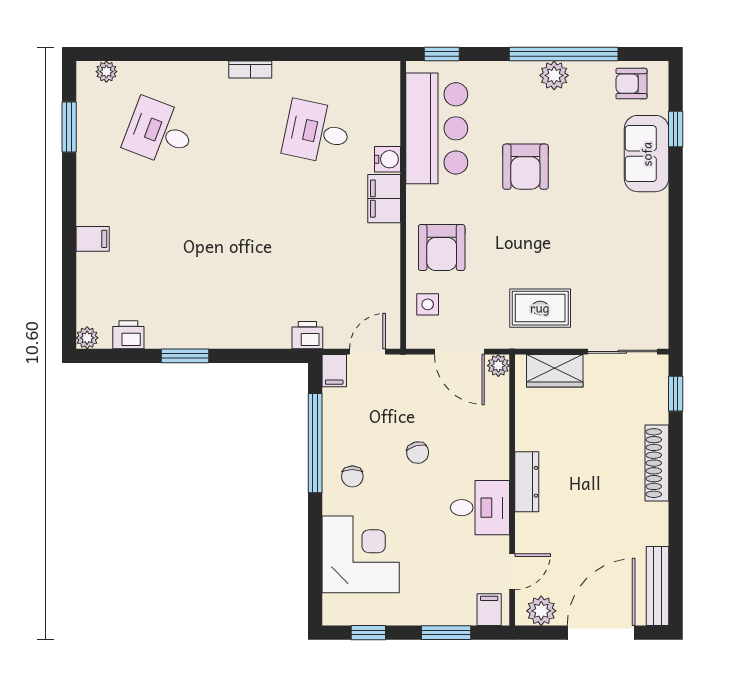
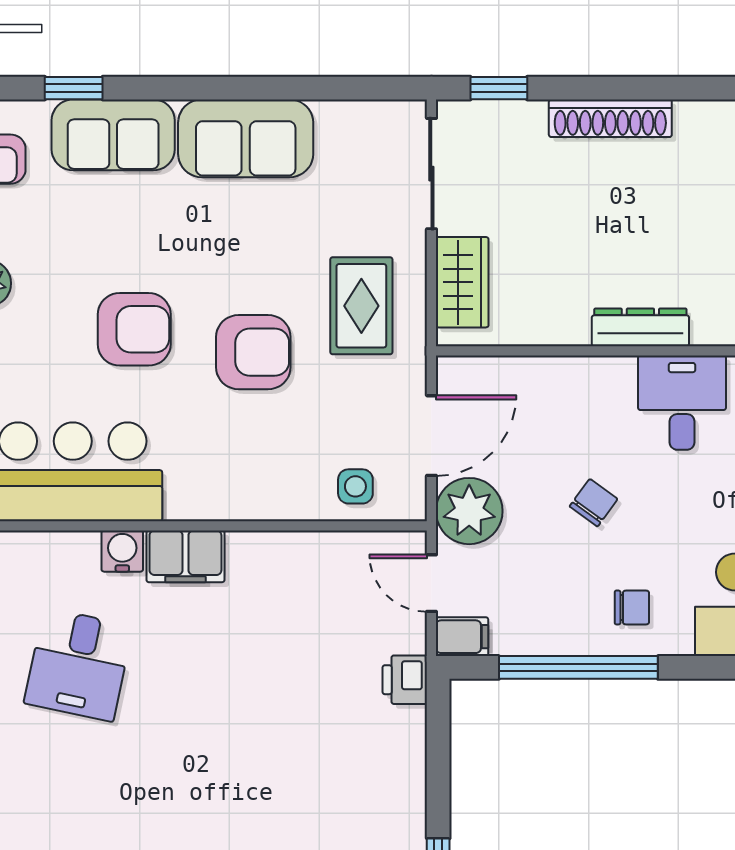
sofa: (644, 236) -> (246, 138), added
armchair: (442, 248) -> (253, 352), moved
plant: (498, 366) -> (469, 511), moved, width x1.87, depth x1.87
chair: (418, 453) -> (594, 503), turned -39

